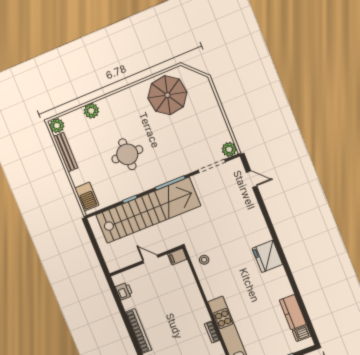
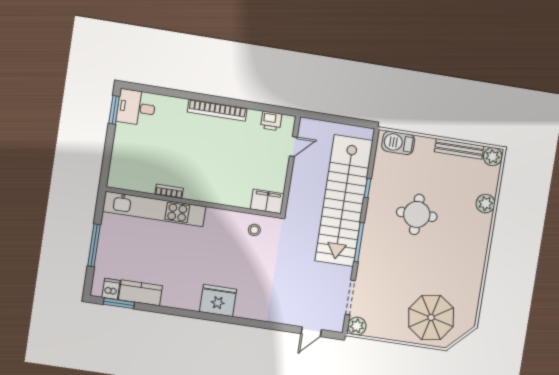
parasol: (167, 95) -> (431, 317), moved
filing cabinet: (177, 257) -> (267, 201), width x2.00
door: (150, 259) -> (293, 147), moved
window: (309, 323) -> (119, 303), added

